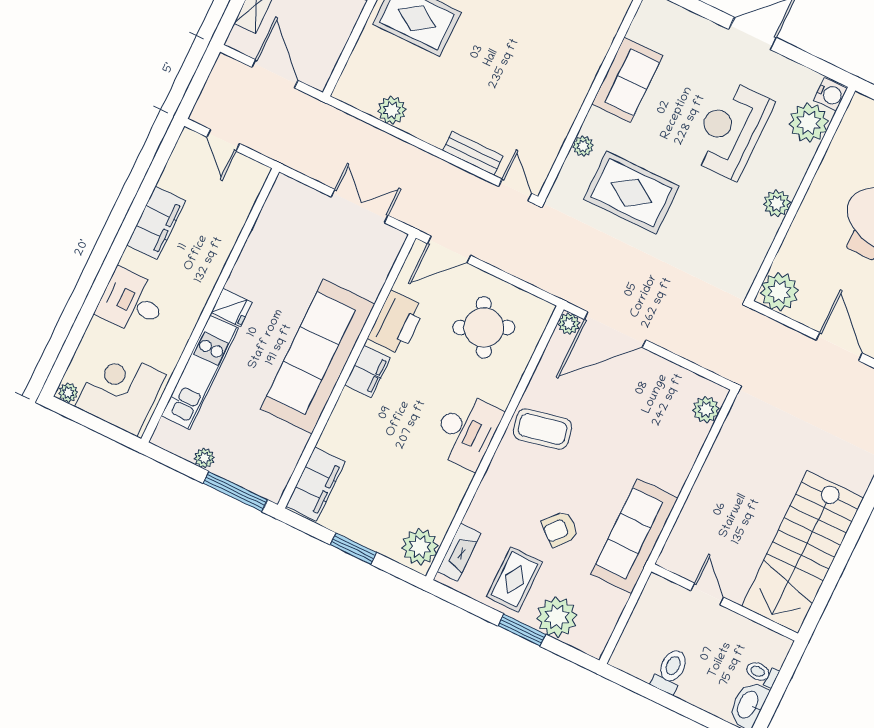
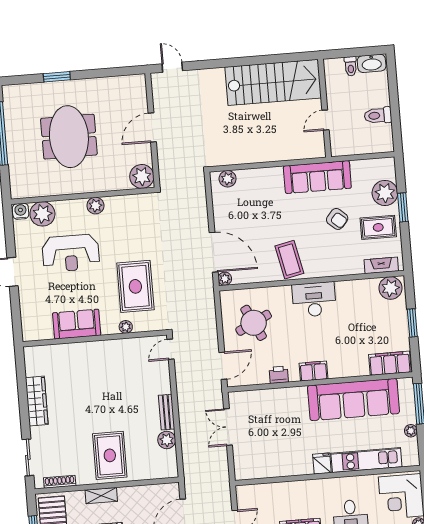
bench: (473, 153) -> (167, 412), moved
door: (449, 249) -> (223, 366), hinge flipped
printer: (396, 323) -> (279, 375), width x0.53, depth x0.68
sofa: (318, 356) -> (353, 400), moved

